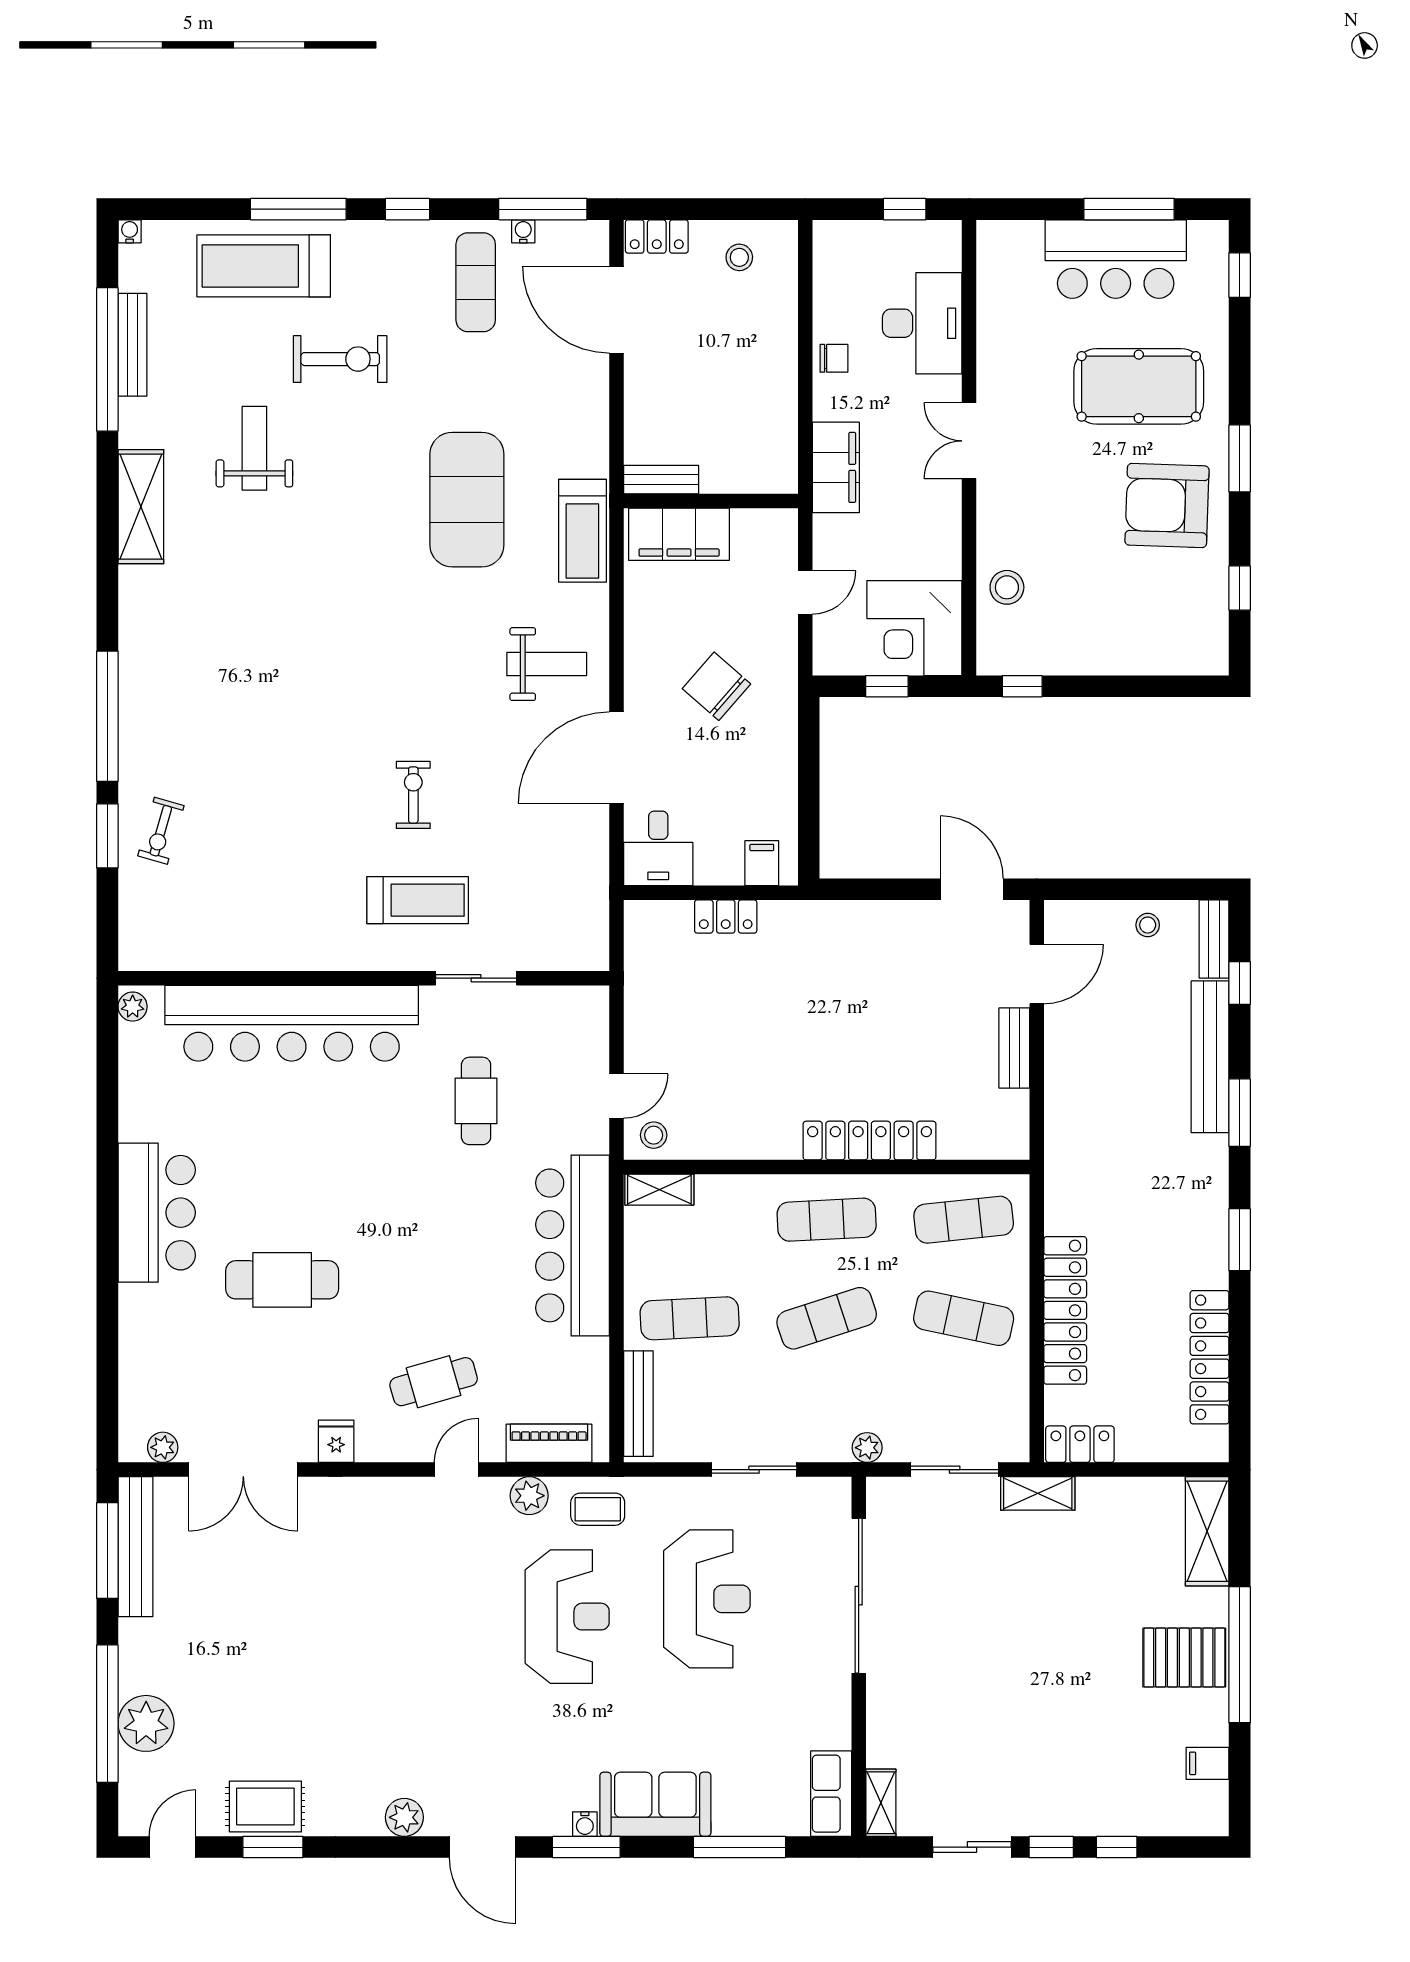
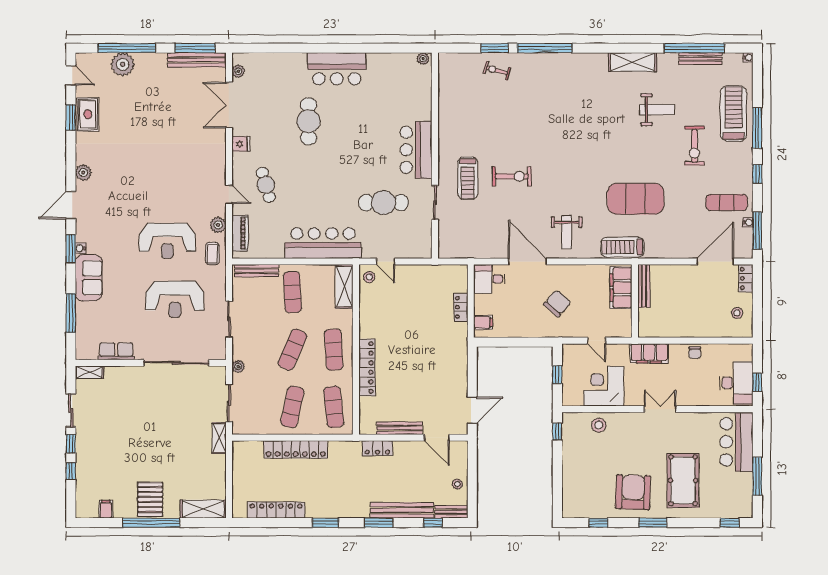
bar counter: (1116, 259) -> (736, 442), moved
desk: (922, 323) -> (736, 383), moved, turned -90
bench: (661, 480) -> (644, 286), width x1.36
corner desk: (914, 628) -> (604, 386), moved
exercise bike: (413, 795) -> (512, 176), width x1.38, depth x1.39
bar counter: (292, 1023) -> (416, 150), width x0.54
bench: (1014, 1048) -> (400, 428), width x1.36
cafe table: (476, 1101) -> (384, 203), width x1.37, depth x1.35
shelving: (659, 1190) -> (344, 287), width x1.50, depth x1.33
exercise mat: (827, 1318) -> (292, 350), turned 42
locker: (1080, 1444) -> (377, 448), moved, turned 90
row of seats: (831, 1794) -> (116, 351), moved

